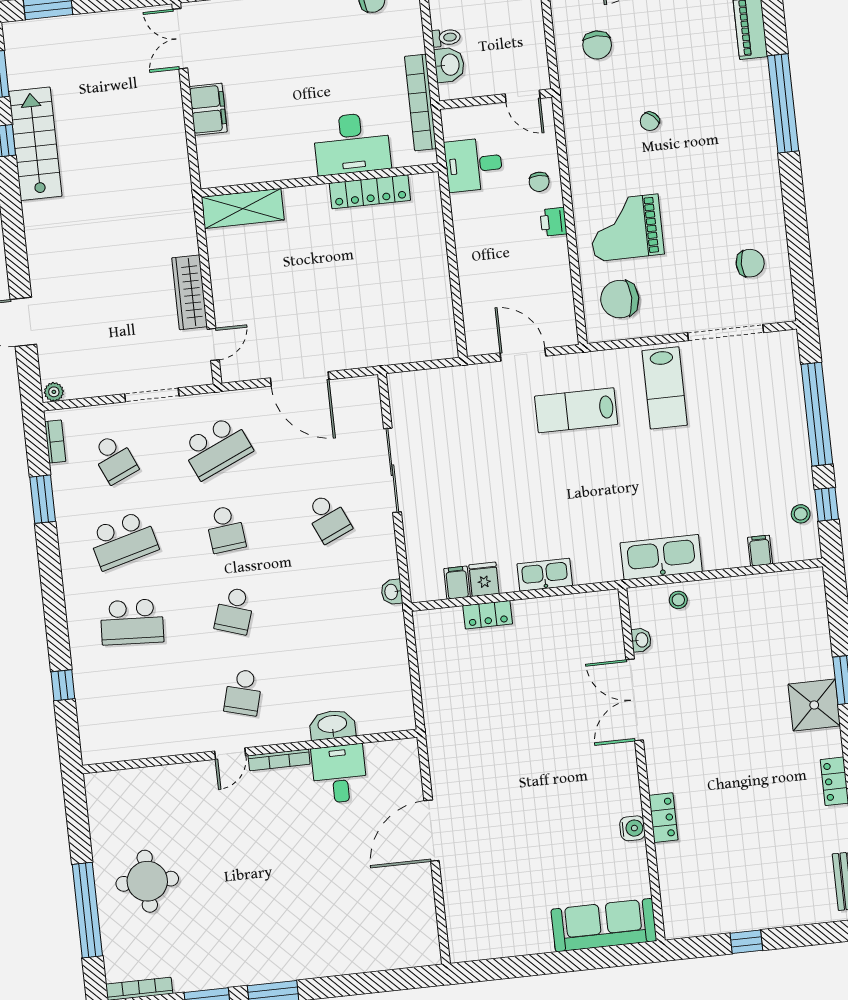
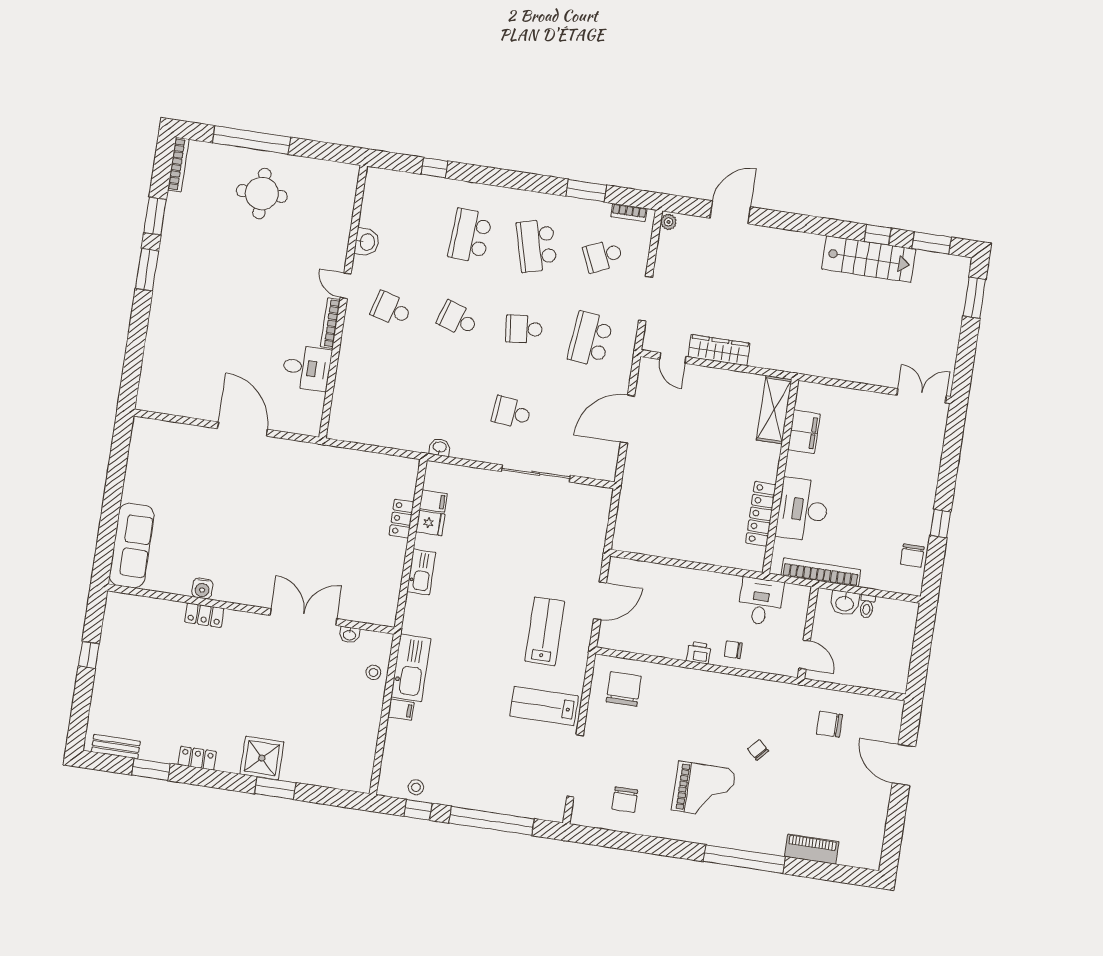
door: (523, 96) -> (805, 655), swing flipped
filing cabinet: (208, 109) -> (804, 432), moved, turned -90
grand piano: (626, 228) -> (704, 790), moved, turned 90
school desk: (217, 448) -> (590, 339), turned 30
school desk: (328, 518) -> (511, 412), turned 30
filing cabinet: (760, 551) -> (401, 710), moved
washbasin: (332, 725) -> (367, 242), moved, width x0.72

